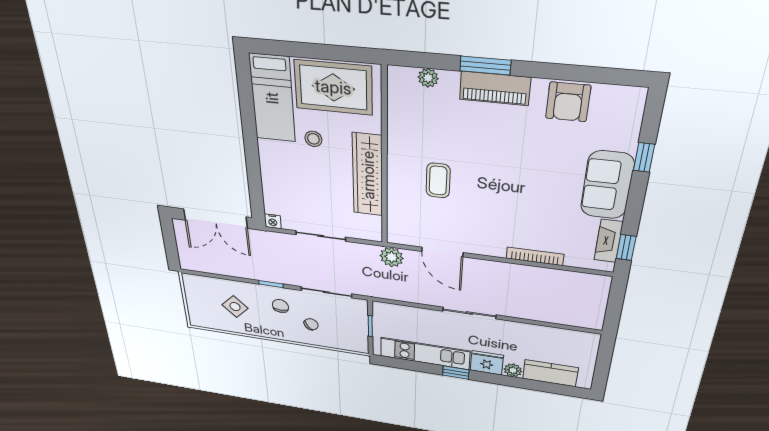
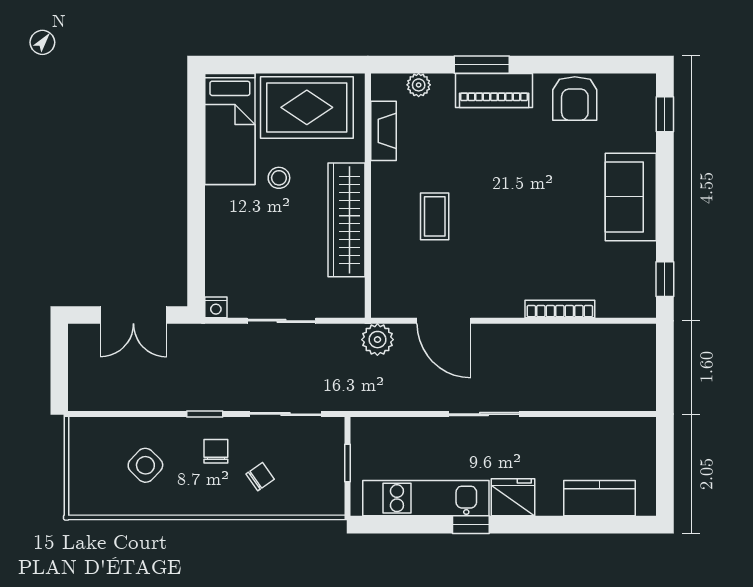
window: (644, 157) -> (665, 114), moved
double door: (215, 219) -> (133, 315), width x0.73
fireplace: (609, 241) -> (383, 131), moved, turned 180
plant: (513, 370) -> (549, 504), removed

